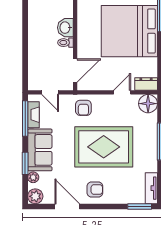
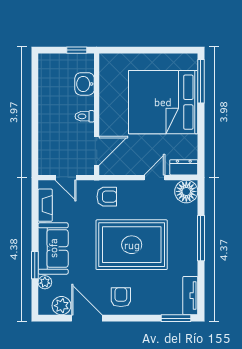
washbasin: (65, 28) -> (85, 84), moved
armchair: (83, 108) -> (107, 197), turned -90
window: (25, 119) -> (35, 210), removed
armchair: (95, 189) -> (121, 297), turned -90
plant: (35, 196) -> (61, 306), moved

